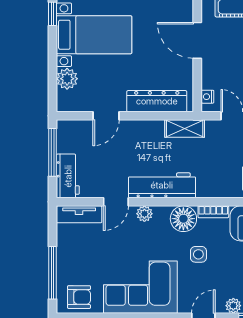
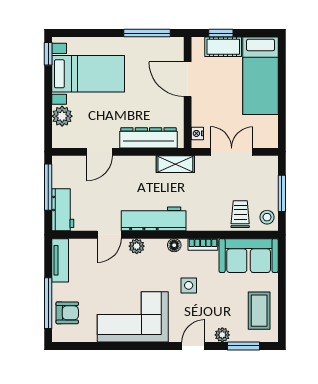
tv unit: (79, 214) -> (60, 260), moved, turned -90
floor lamp: (183, 219) -> (174, 245), width x0.53, depth x0.53
armchair: (79, 297) -> (67, 313), moved

